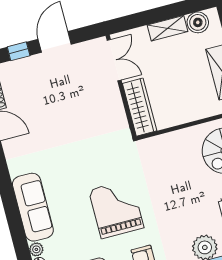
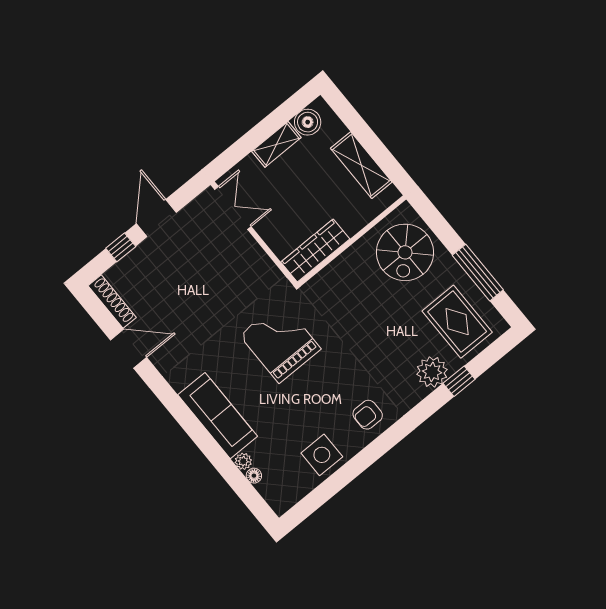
wardrobe: (140, 107) -> (315, 250), moved, turned -90
grand piano: (116, 209) -> (280, 342), moved

